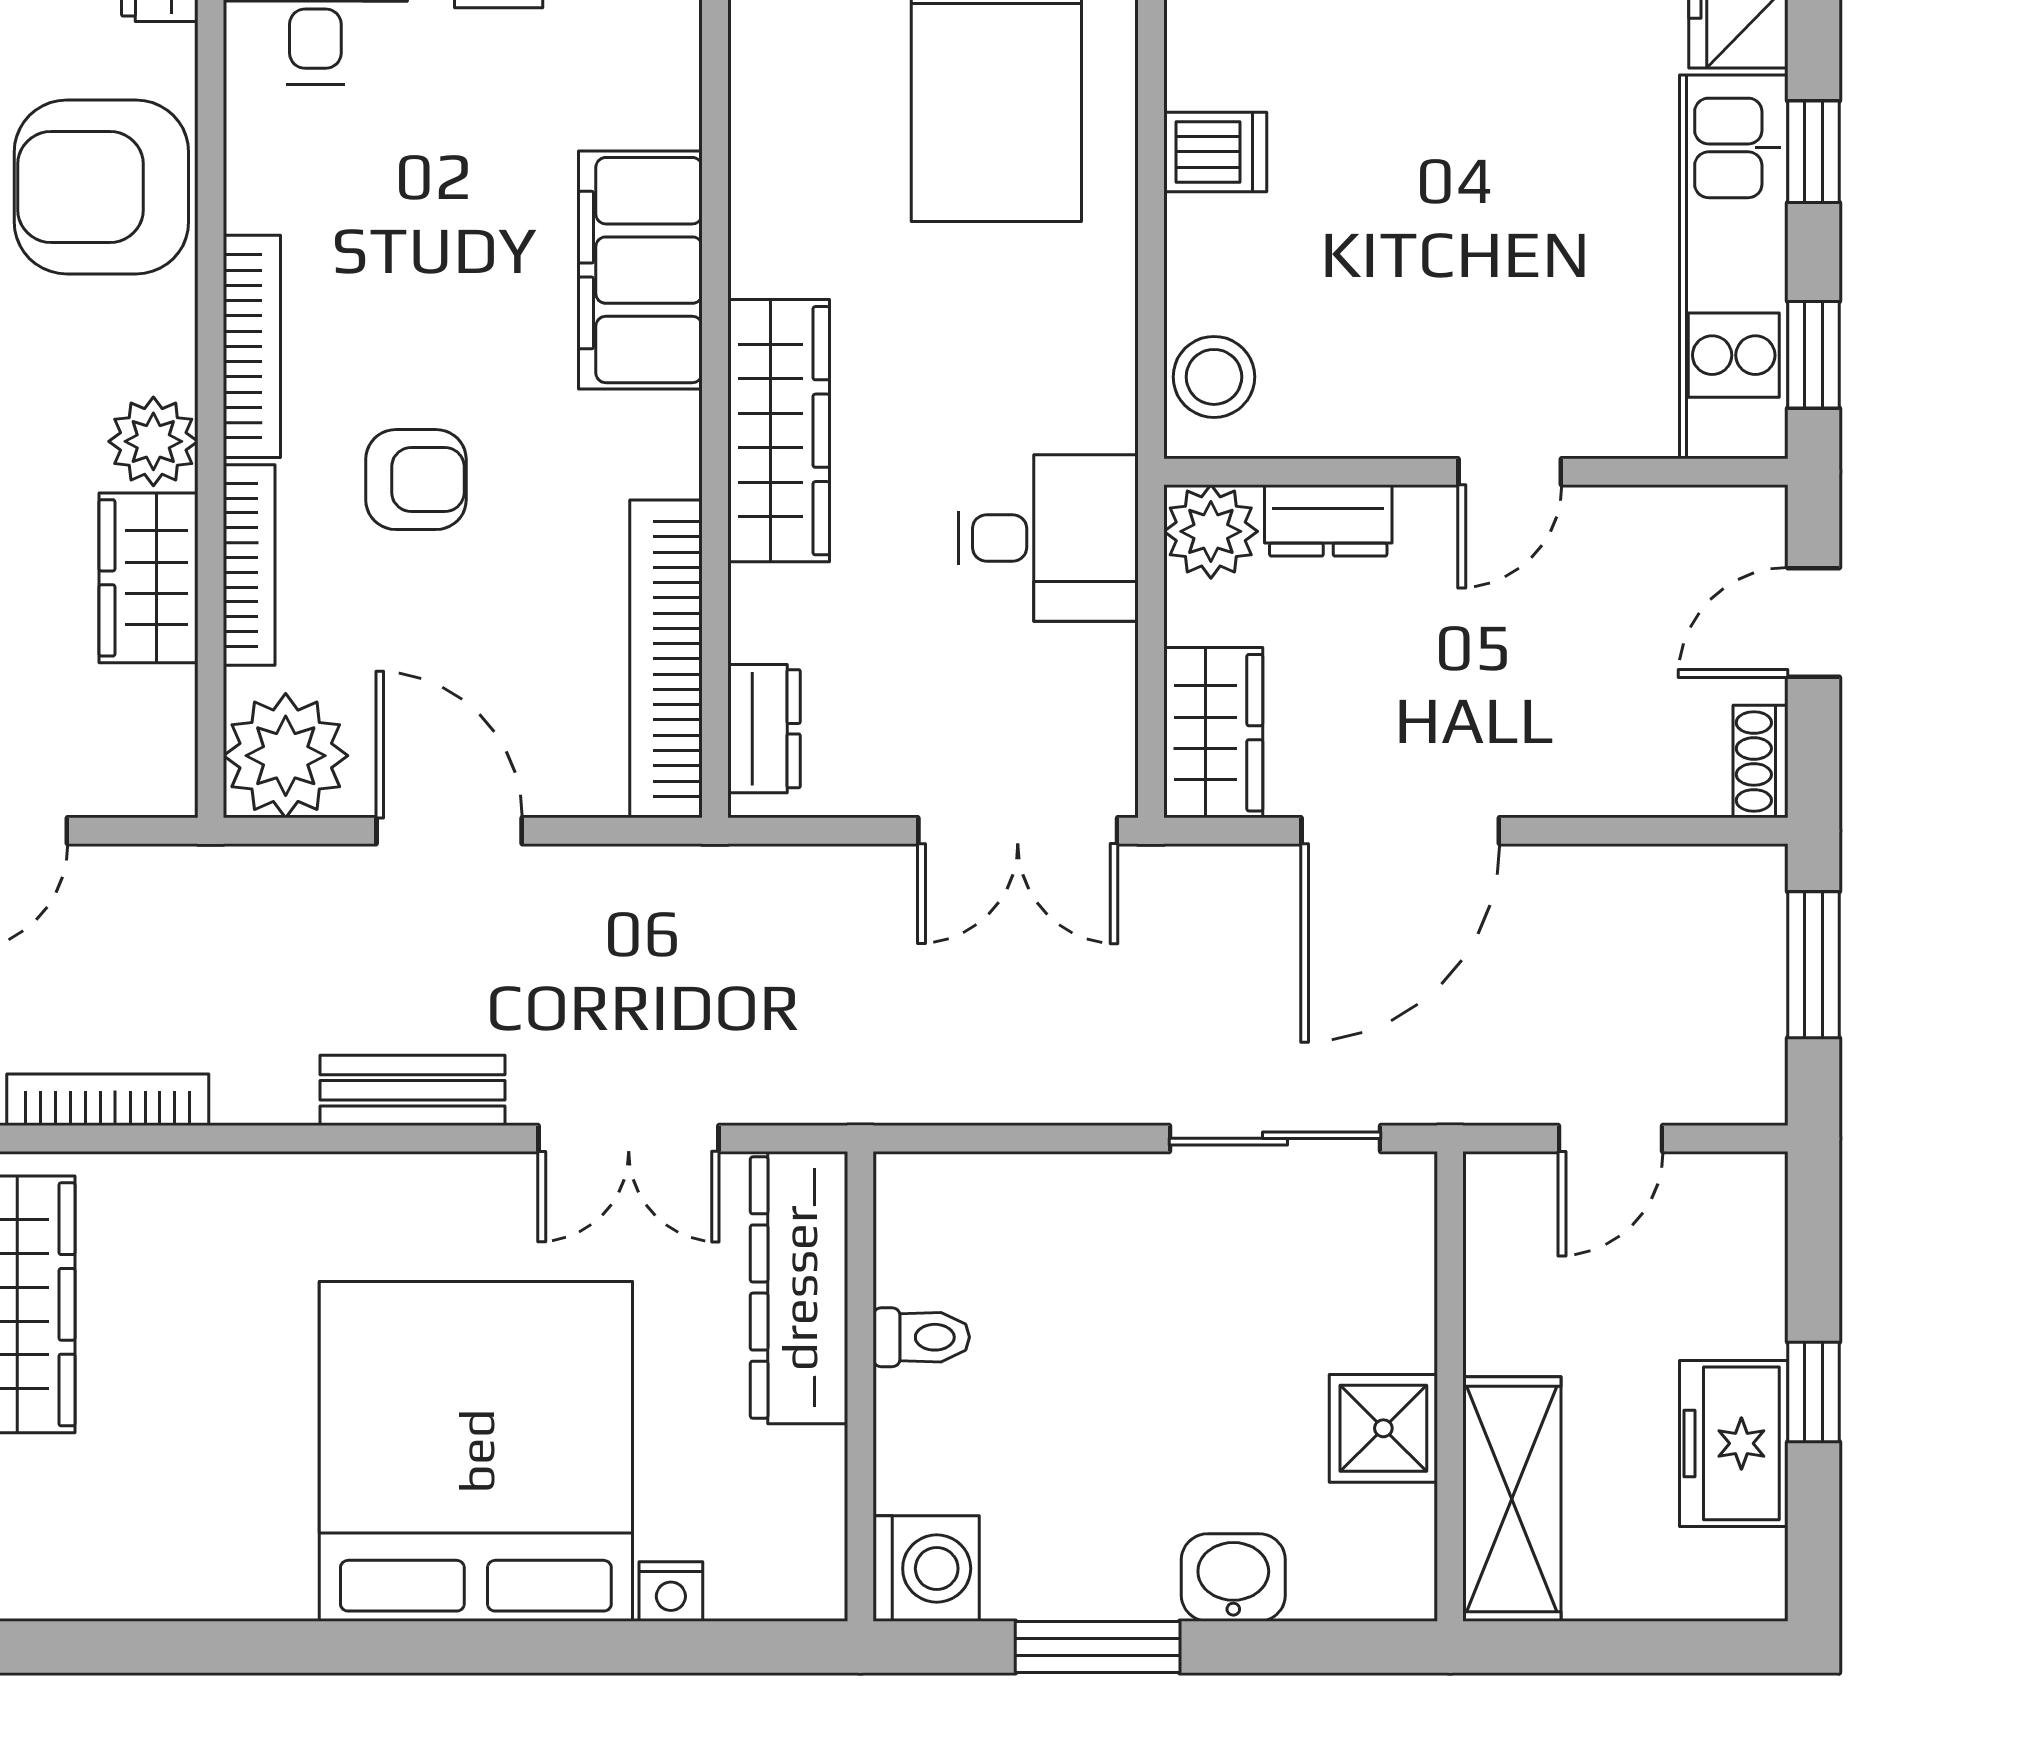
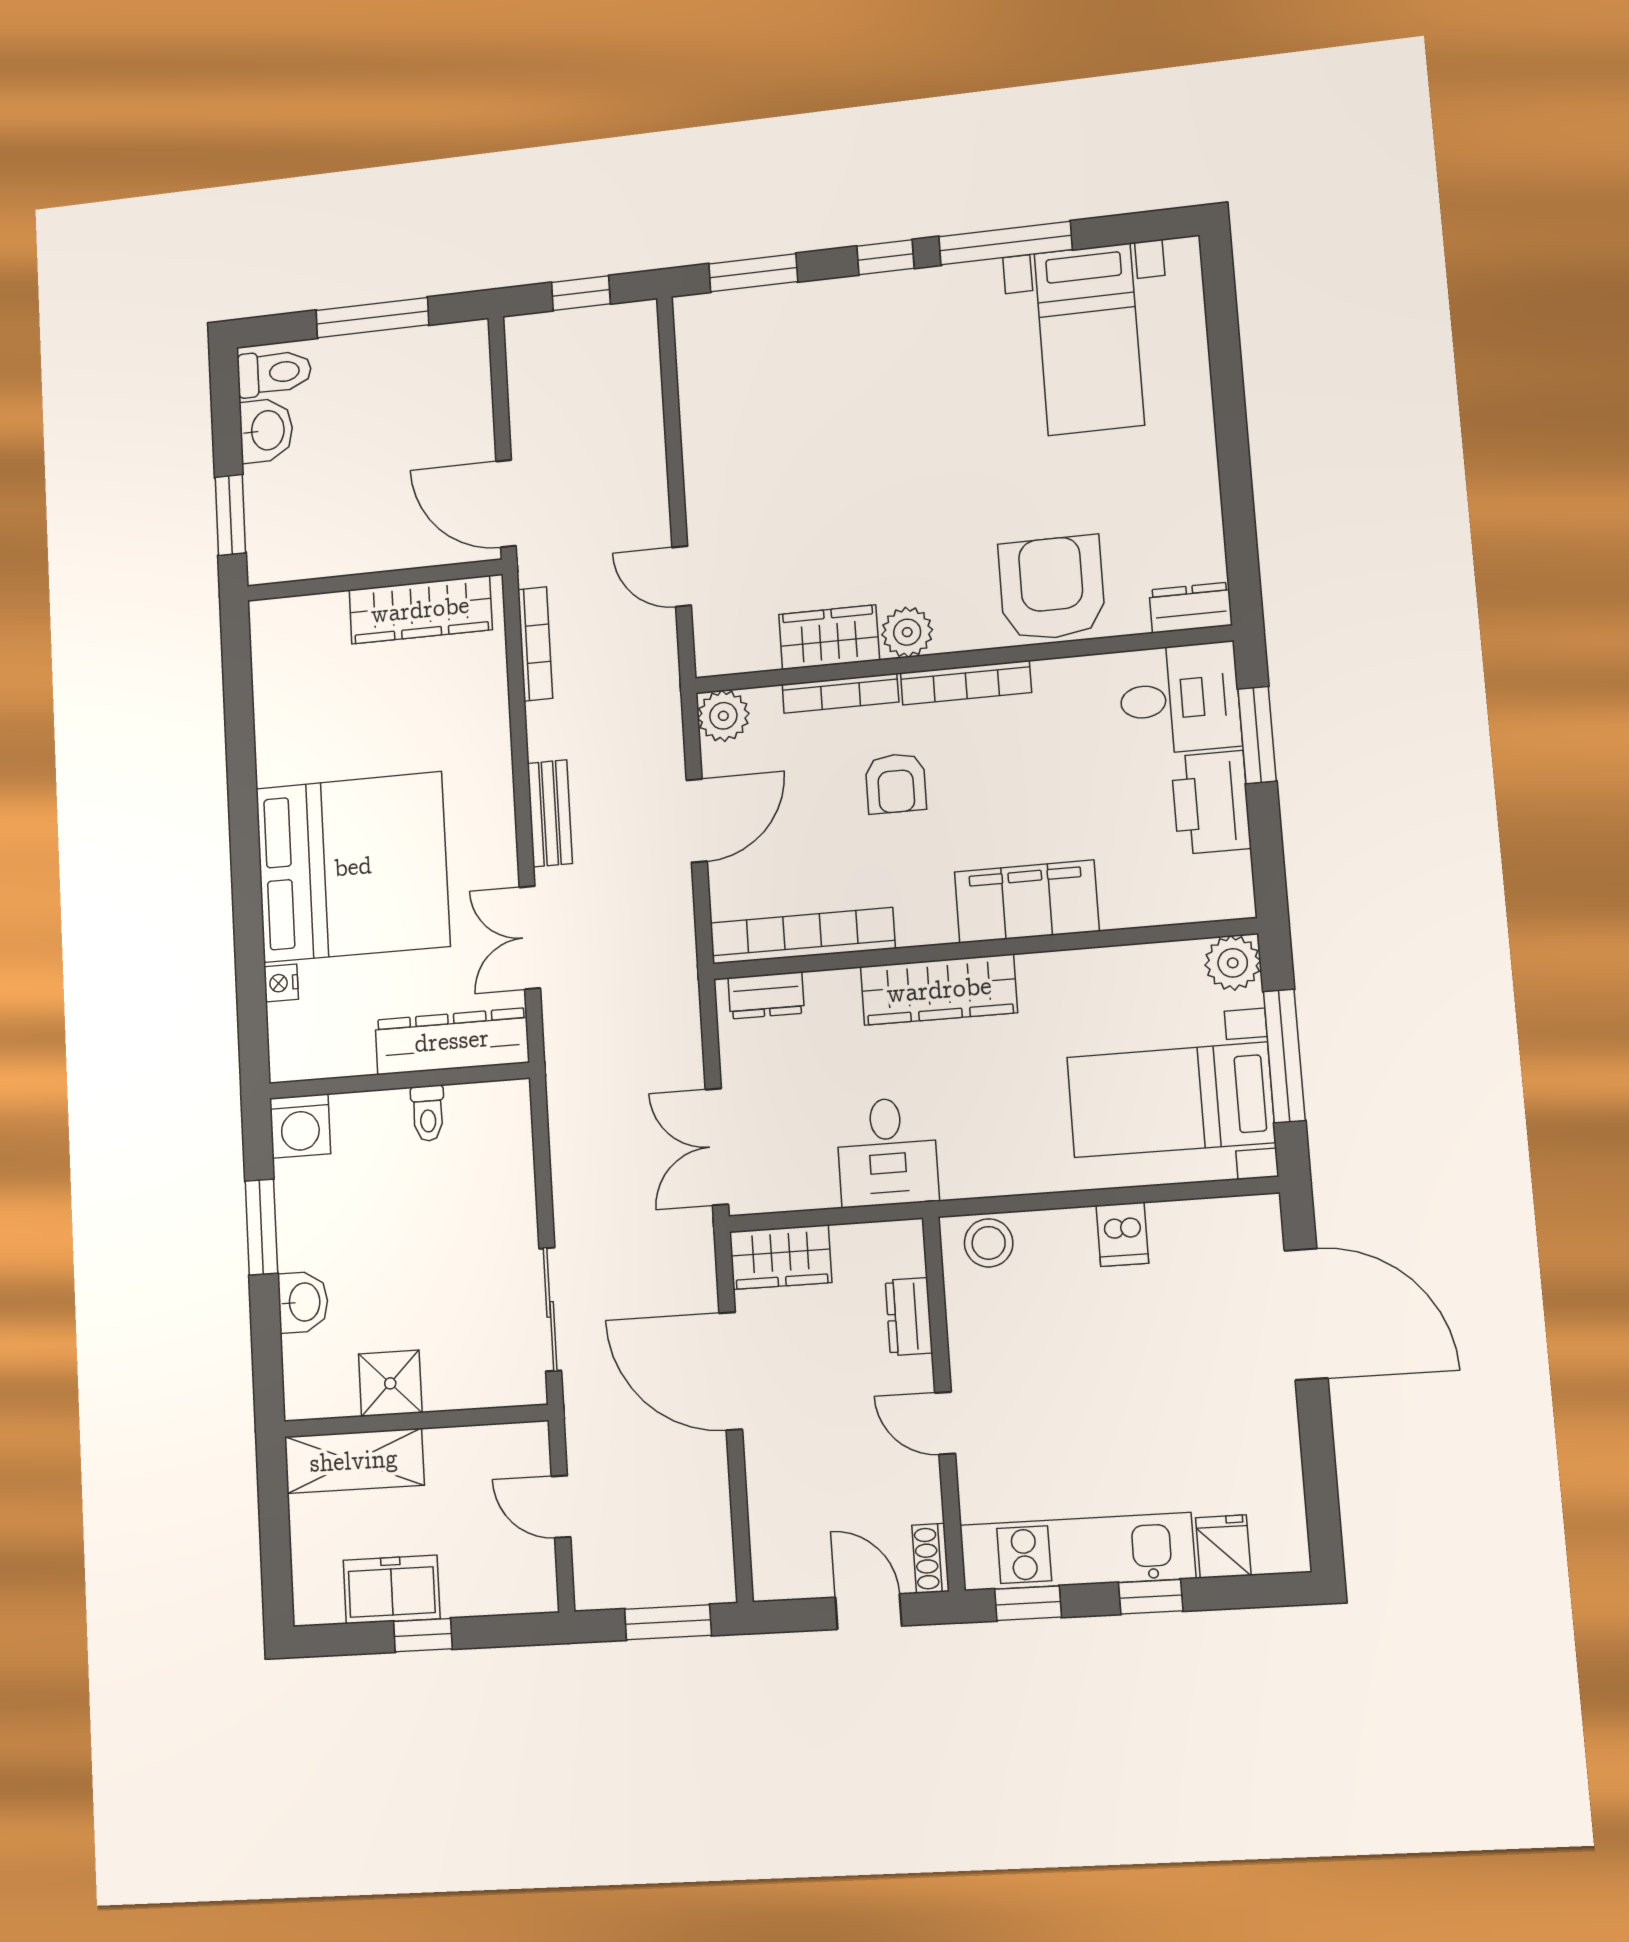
plant: (1211, 531) -> (898, 1247), removed
plant: (286, 756) -> (723, 716), width x0.73, depth x0.73
shoe rack: (1760, 761) -> (931, 1558), moved, turned -90

